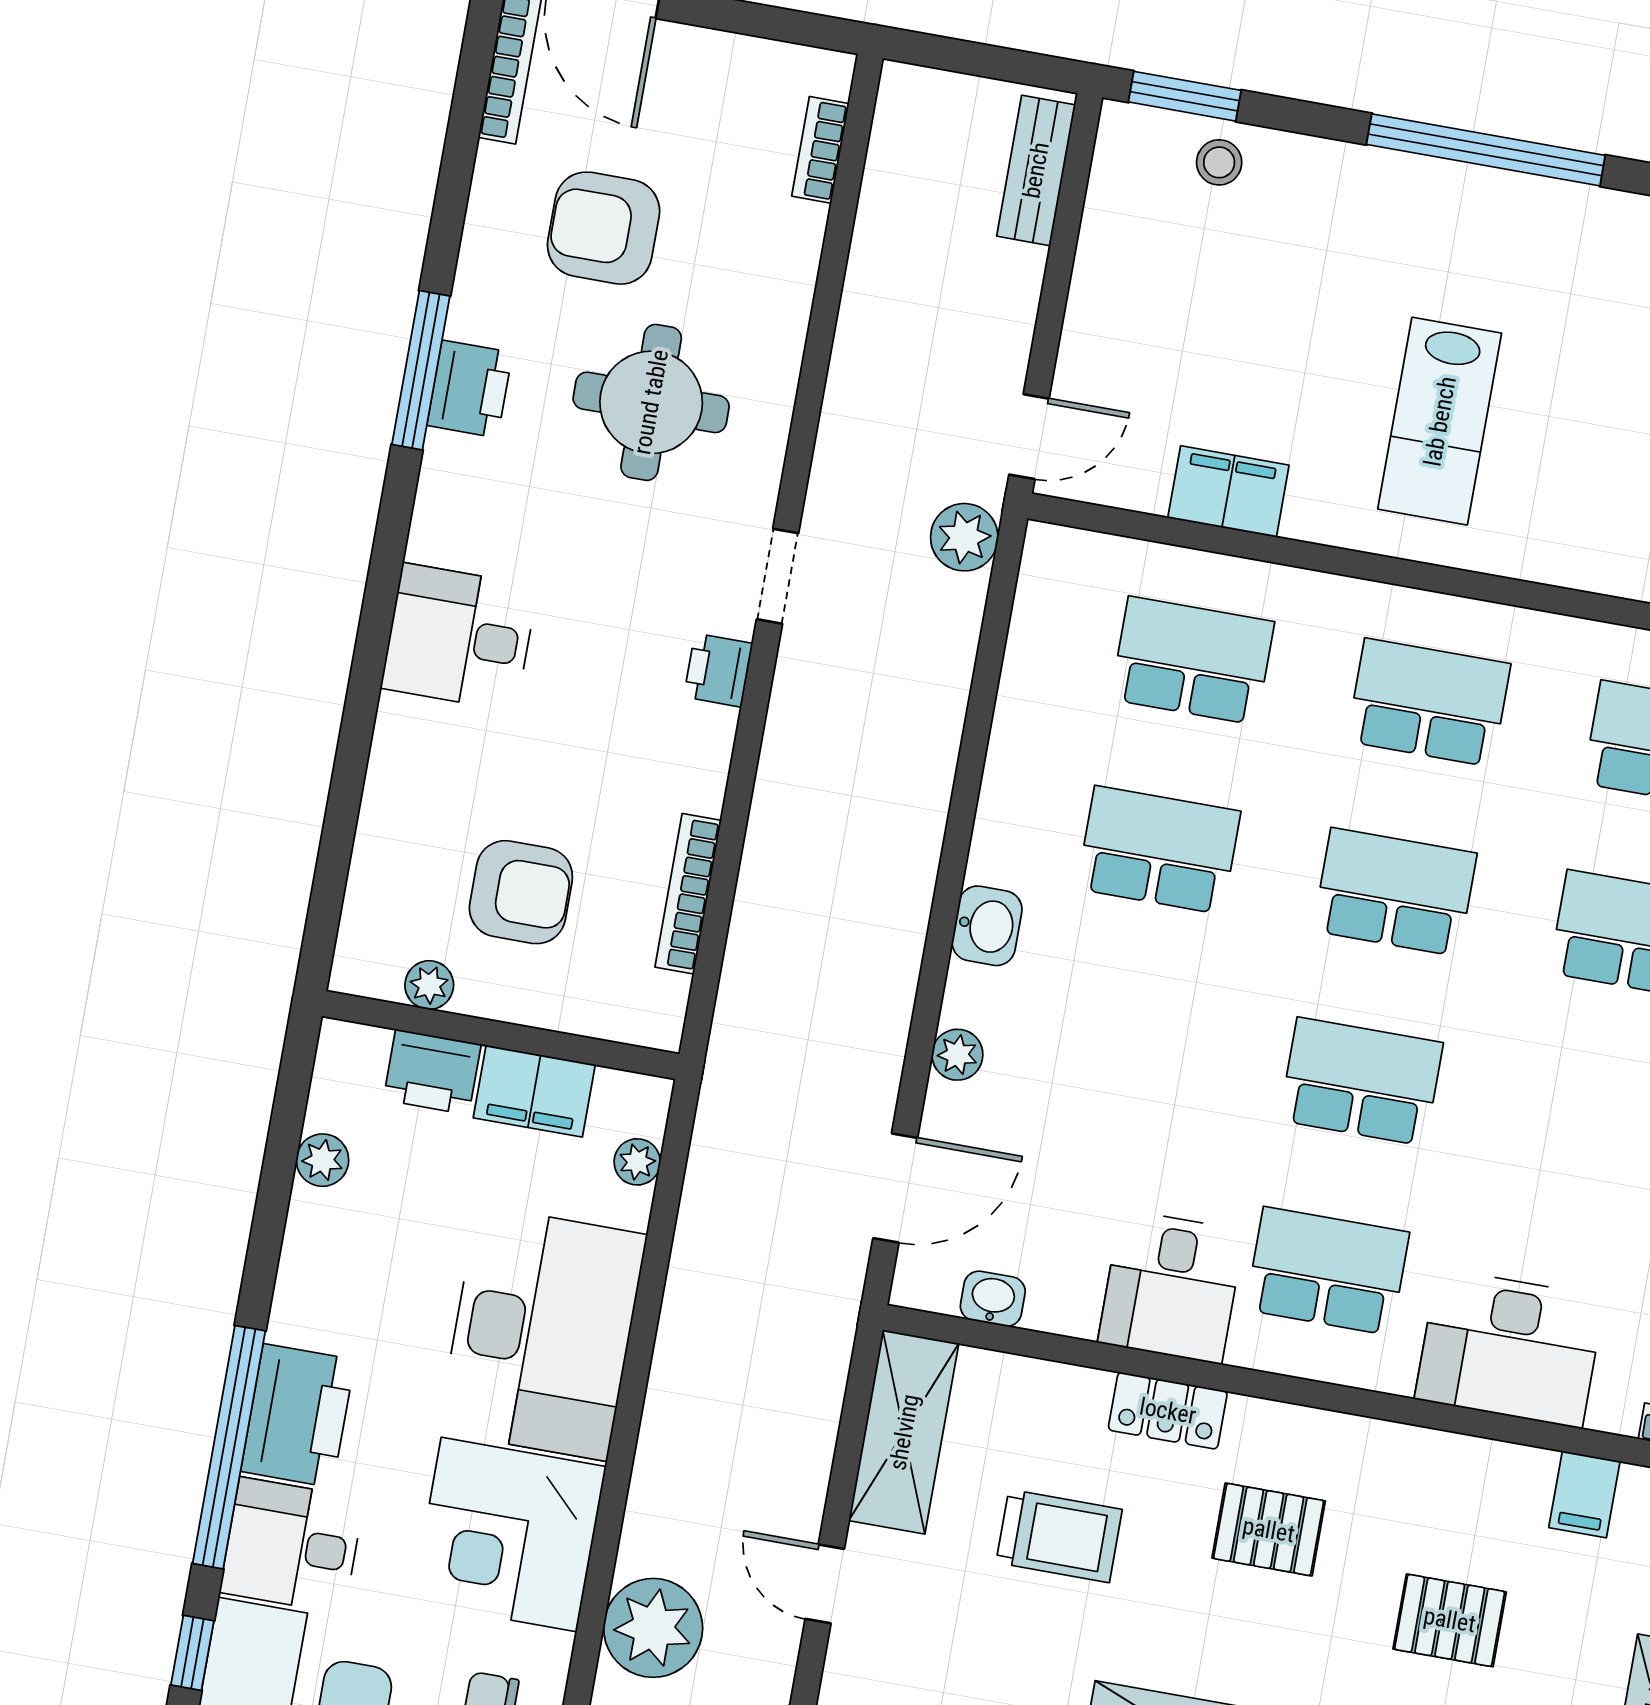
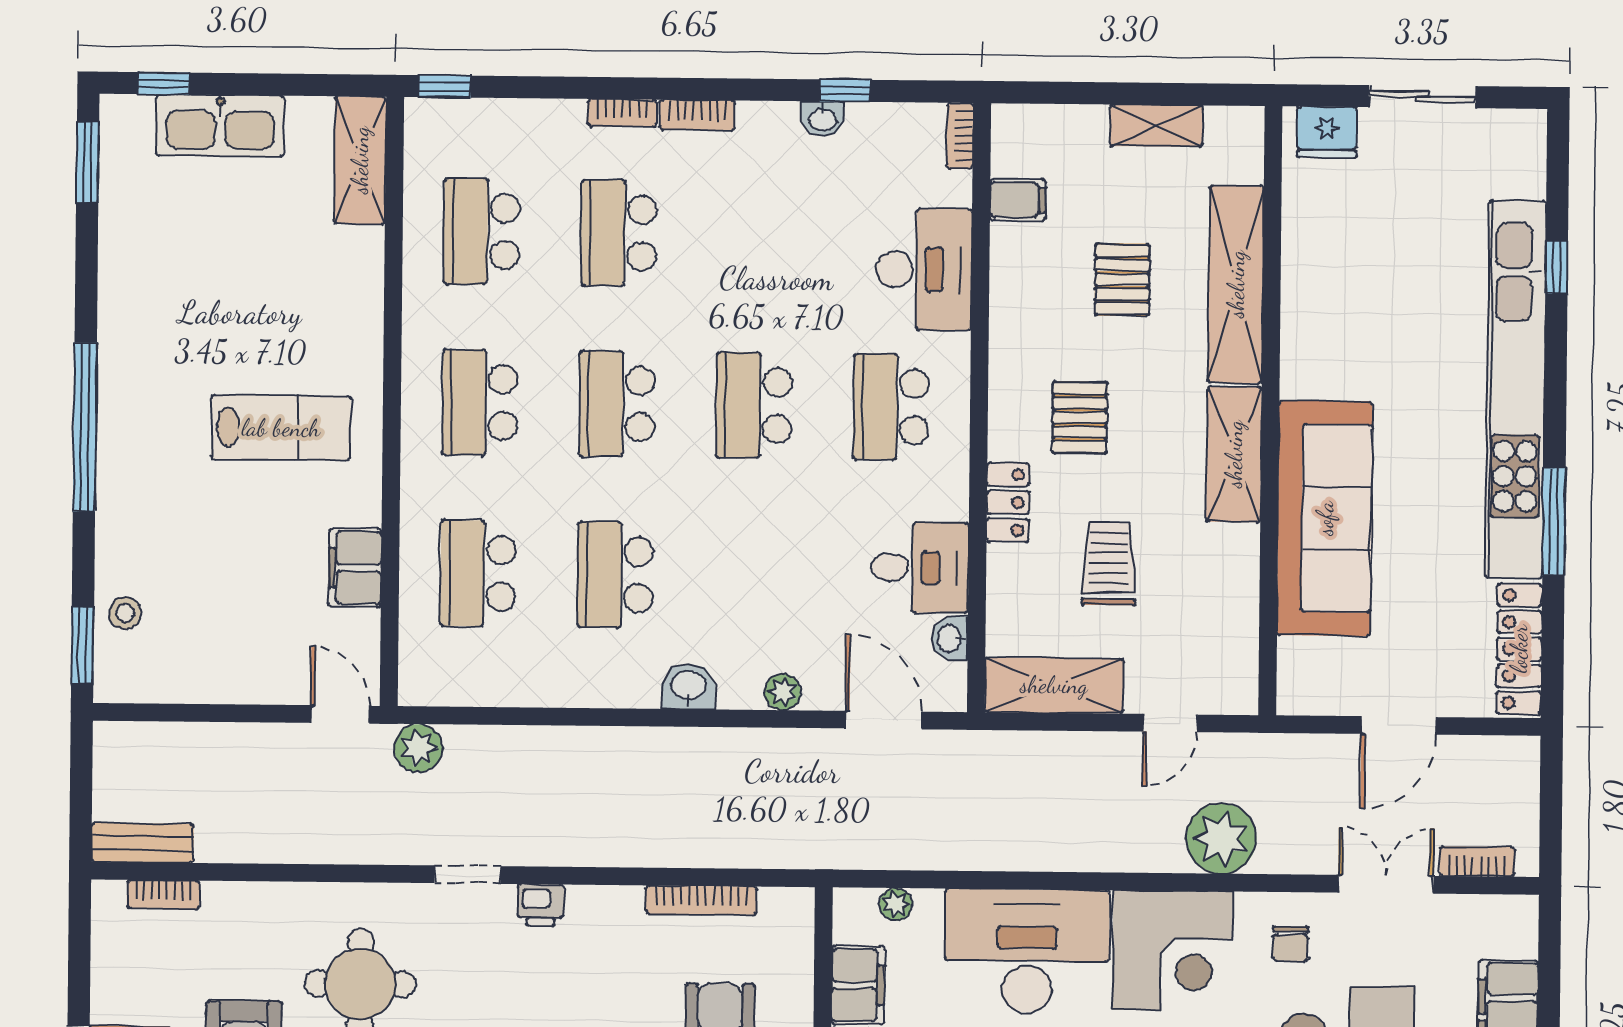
bench: (1036, 170) -> (143, 843), moved
desk: (1171, 1287) -> (920, 568), moved

